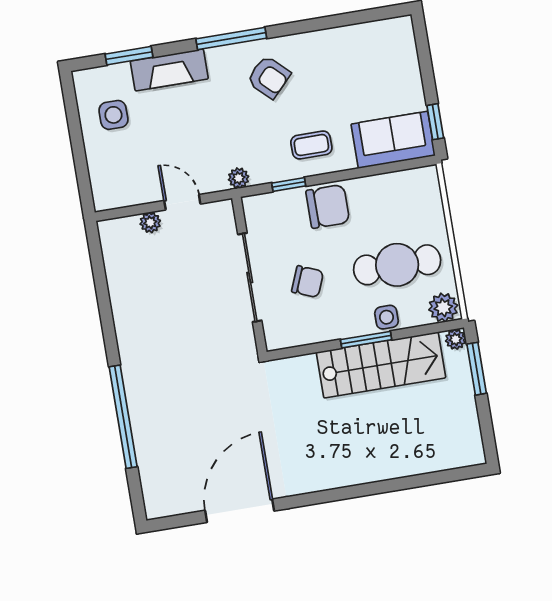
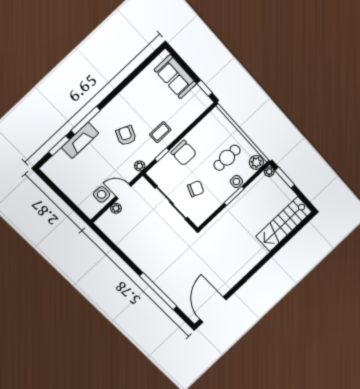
window: (231, 39) -> (86, 120), moved
armchair: (269, 77) -> (126, 136), moved, turned -111
side table: (113, 115) -> (102, 194), moved
sofa: (393, 140) -> (175, 77), moved, turned -90
chair: (328, 206) -> (184, 153), turned 90
cafe table: (397, 265) -> (227, 158), width x0.73, depth x0.74
stairs: (381, 365) -> (284, 224), moved, turned 180
door: (240, 511) -> (213, 310), moved

